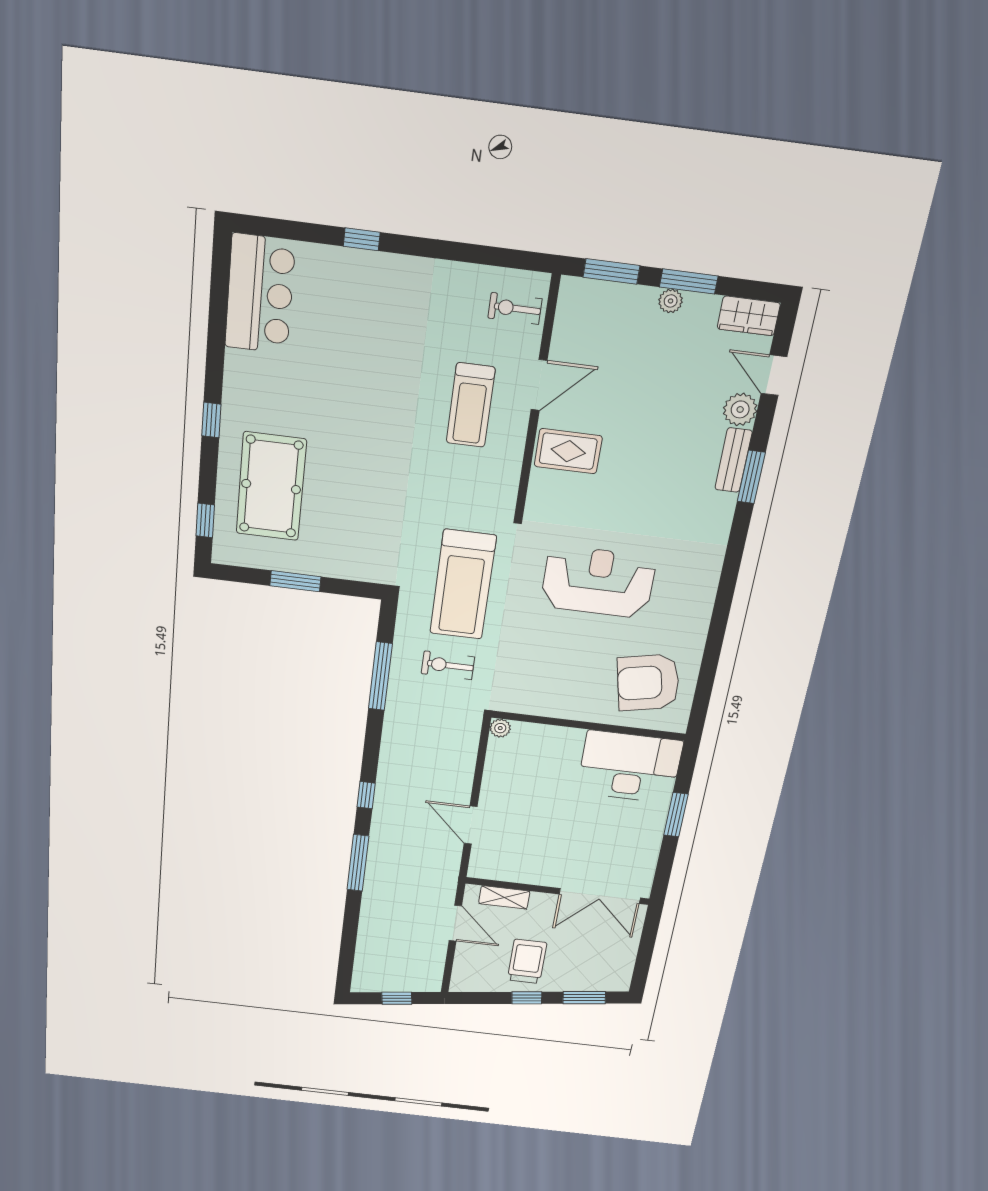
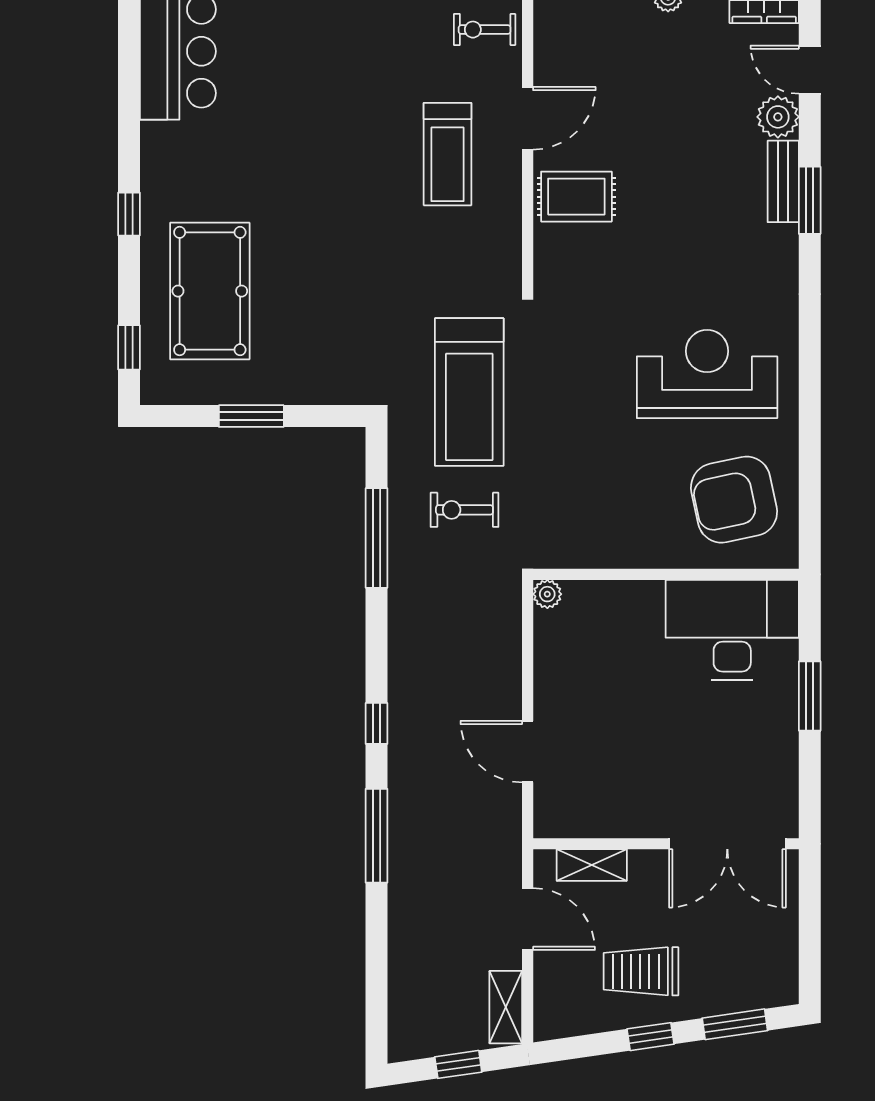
reception desk: (598, 582) -> (707, 374), moved
trolley: (527, 961) -> (641, 971), turned -90
shelving: (433, 971) -> (506, 1007), added

